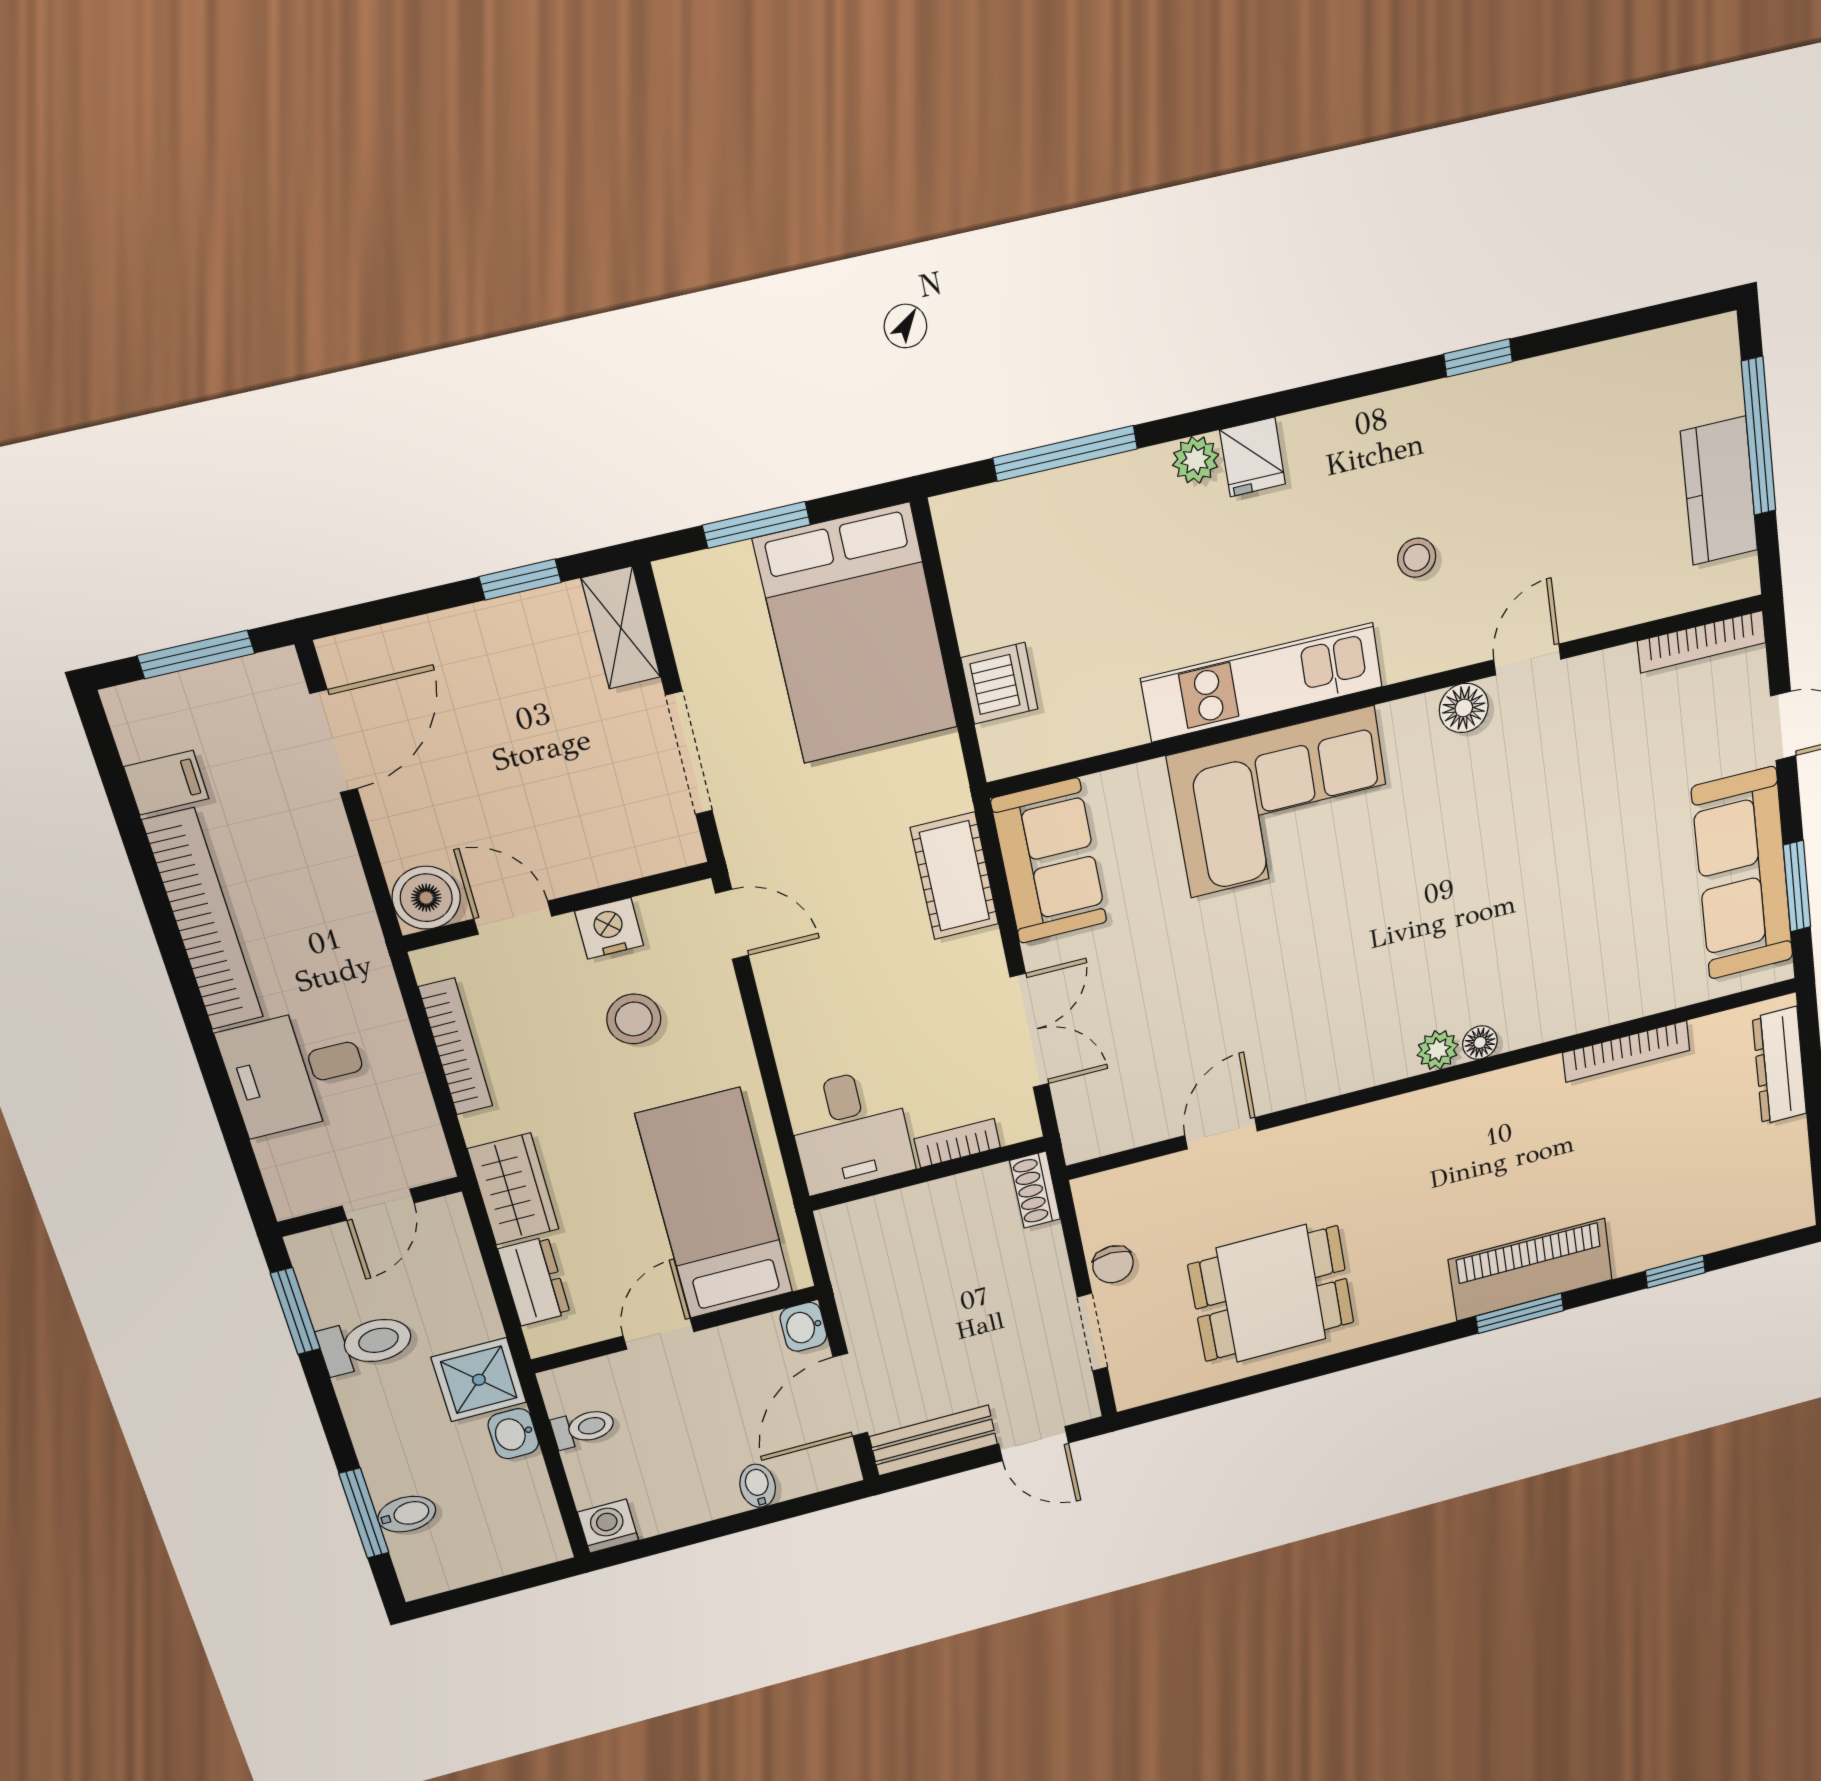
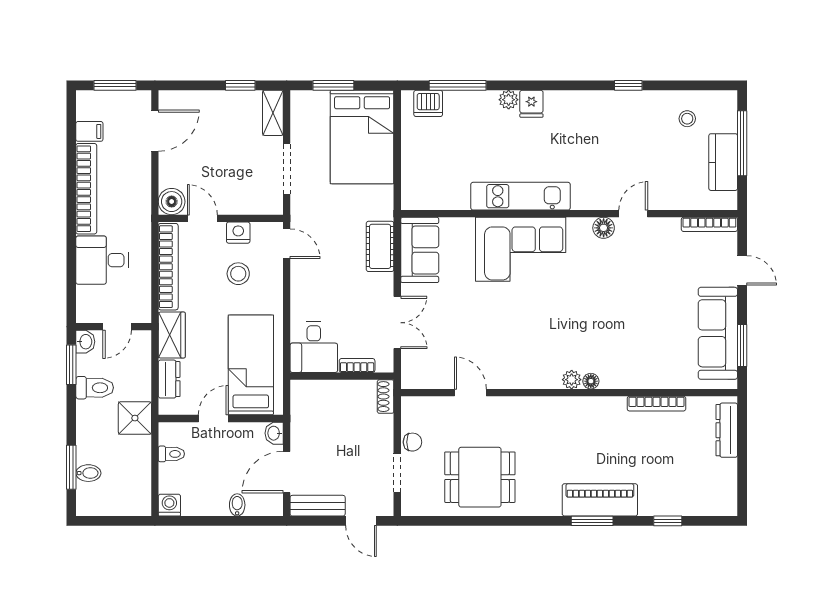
stool: (1417, 558) -> (687, 119), moved
dishwasher: (999, 683) -> (428, 103), moved, turned 90
bookcase: (456, 1047) -> (168, 267), width x1.48, depth x1.31
door: (1221, 1133) -> (470, 393), hinge flipped
chair: (1113, 1264) -> (412, 442), turned -90
washbasin: (513, 1434) -> (85, 342), moved, turned 180

